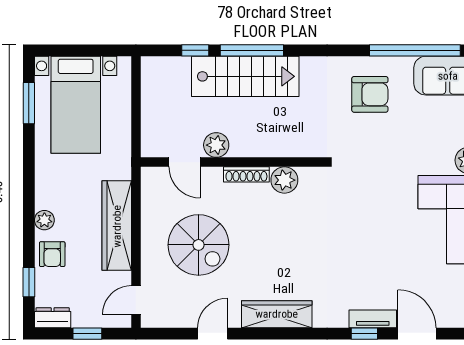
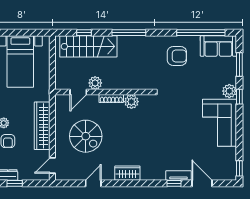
window: (252, 50) -> (129, 33), moved
stairs: (245, 76) -> (88, 46), moved
door: (185, 162) -> (78, 92), hinge flipped
wardrobe: (277, 314) -> (127, 173), width x0.67
window: (87, 334) -> (15, 183), moved

